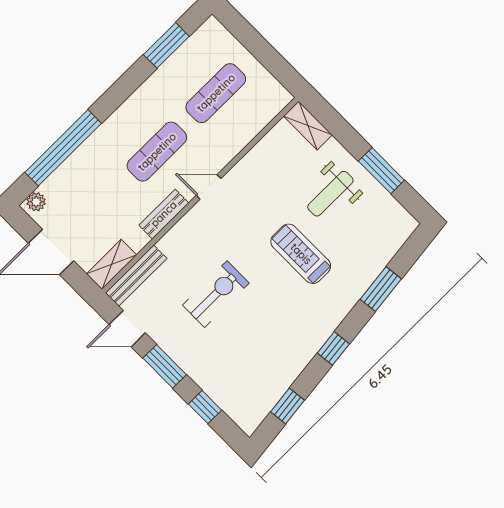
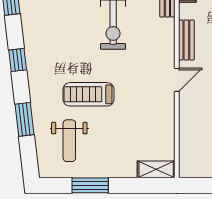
weight bench: (330, 194) -> (69, 141), moved, turned 180
treadmill: (301, 254) -> (88, 94), turned 180

